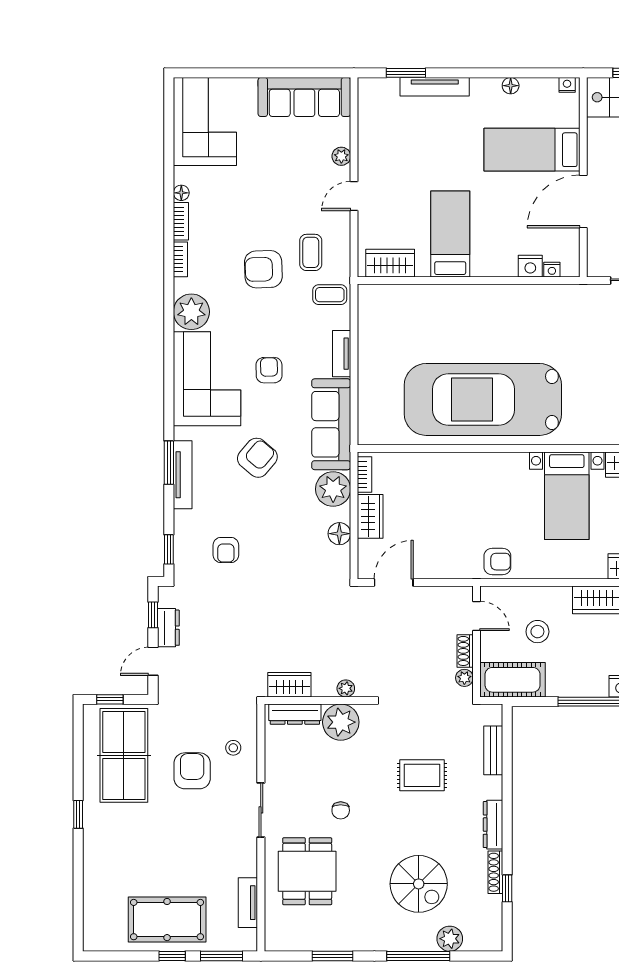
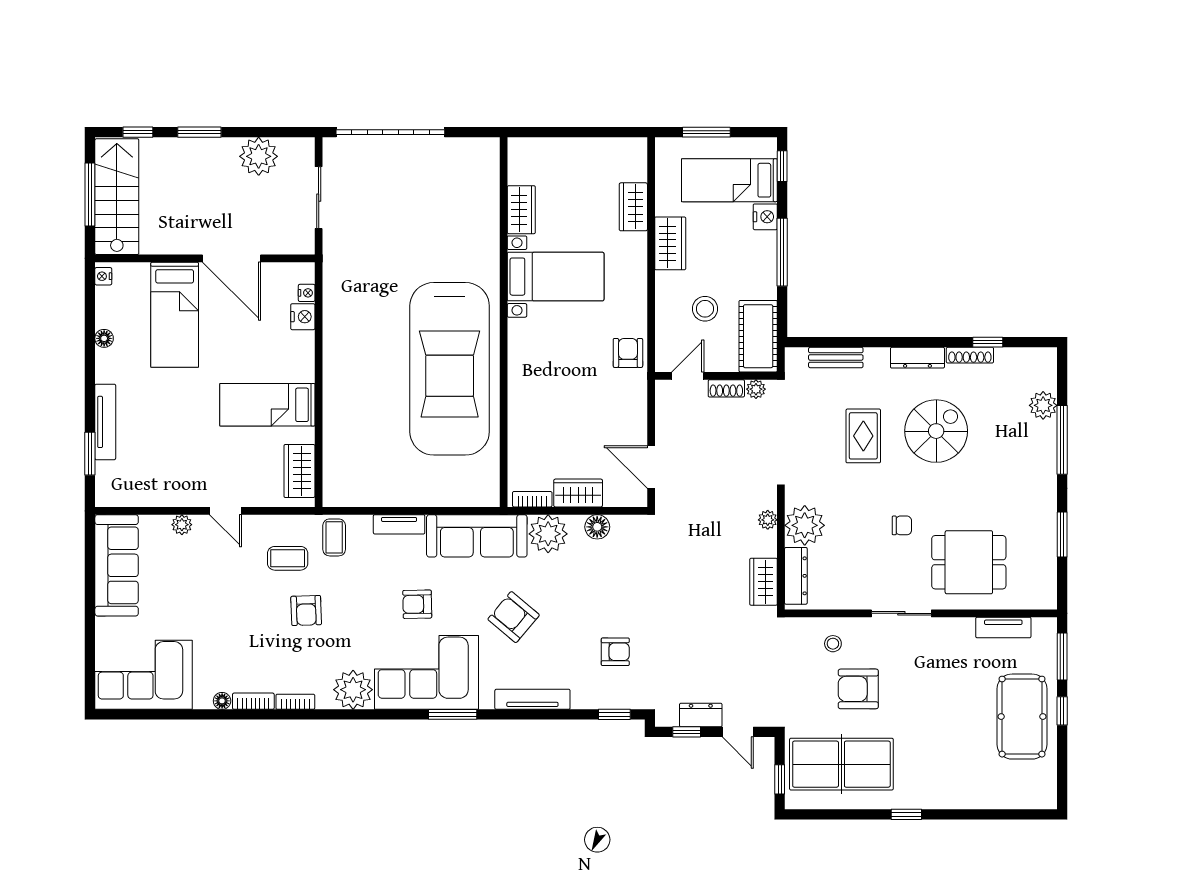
armchair: (263, 269) -> (306, 611), width x0.72, depth x0.72
window: (169, 463) -> (453, 714), moved
spiral stairs: (419, 884) -> (936, 431), moved

